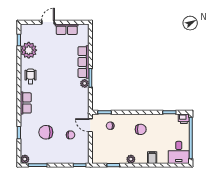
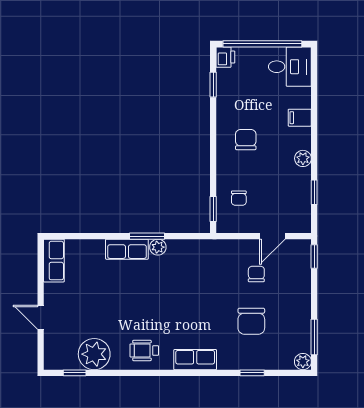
row of seats: (67, 29) -> (54, 261), moved
row of seats: (83, 62) -> (127, 249), width x0.68
door: (90, 125) -> (272, 236), moved

